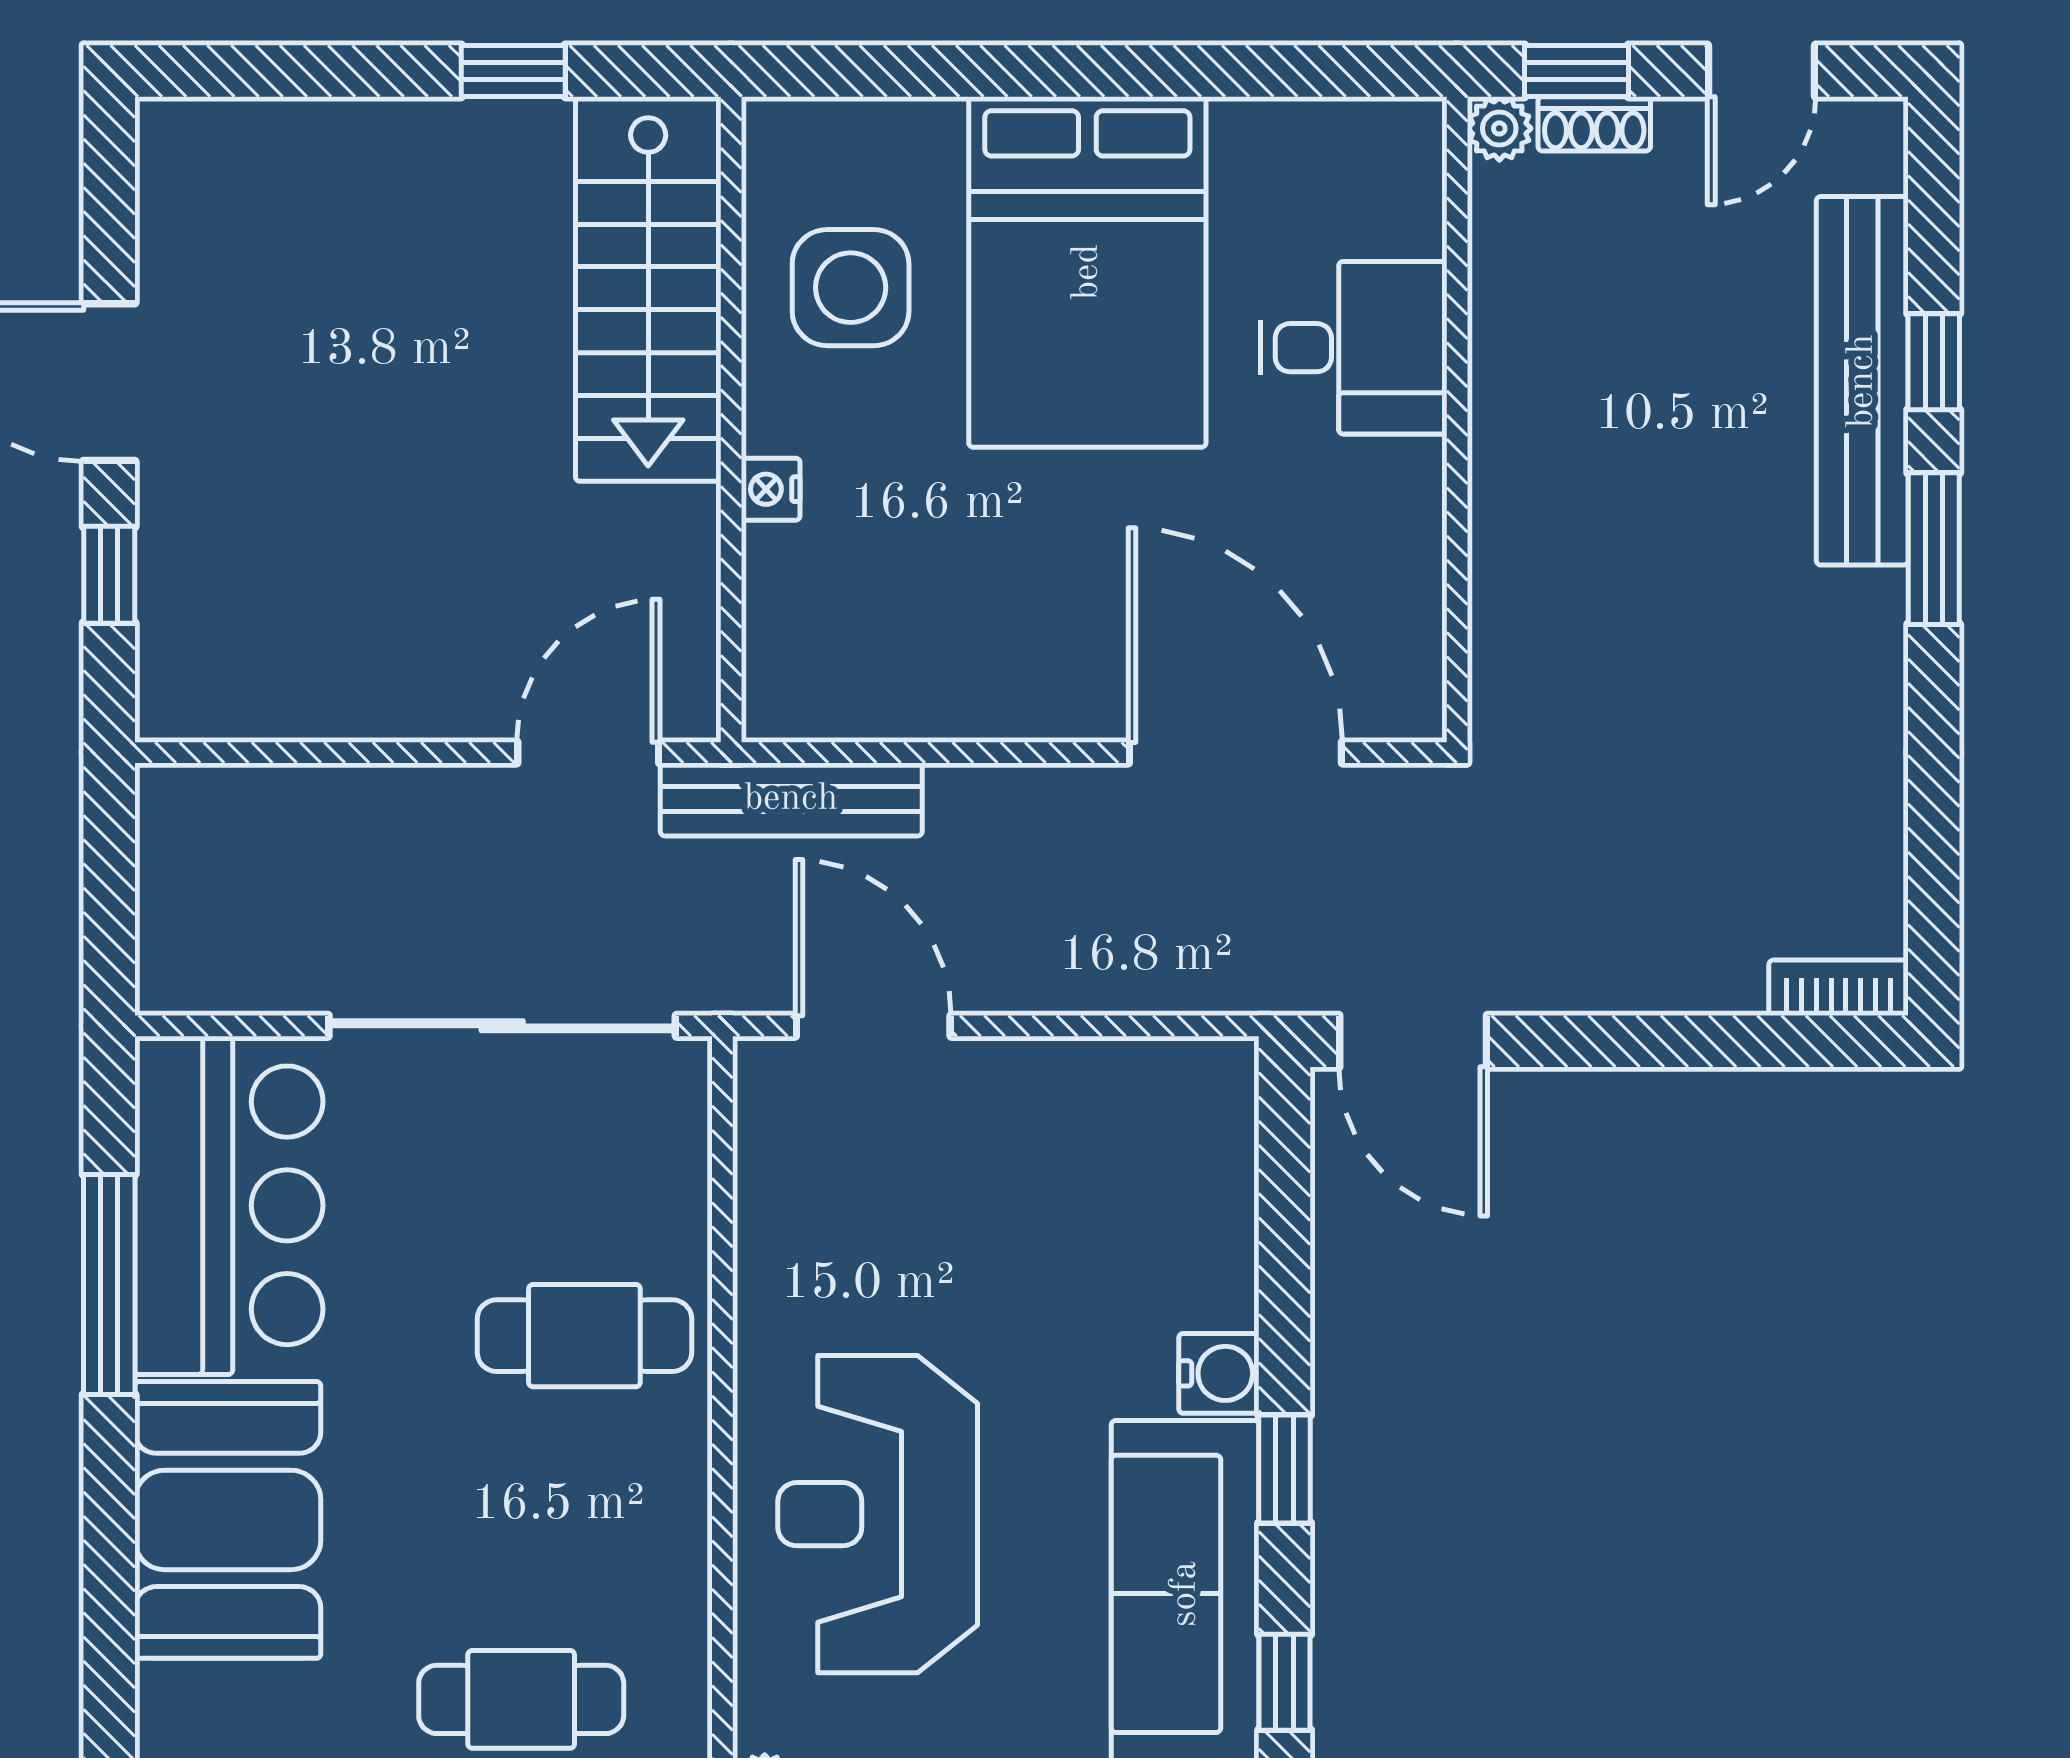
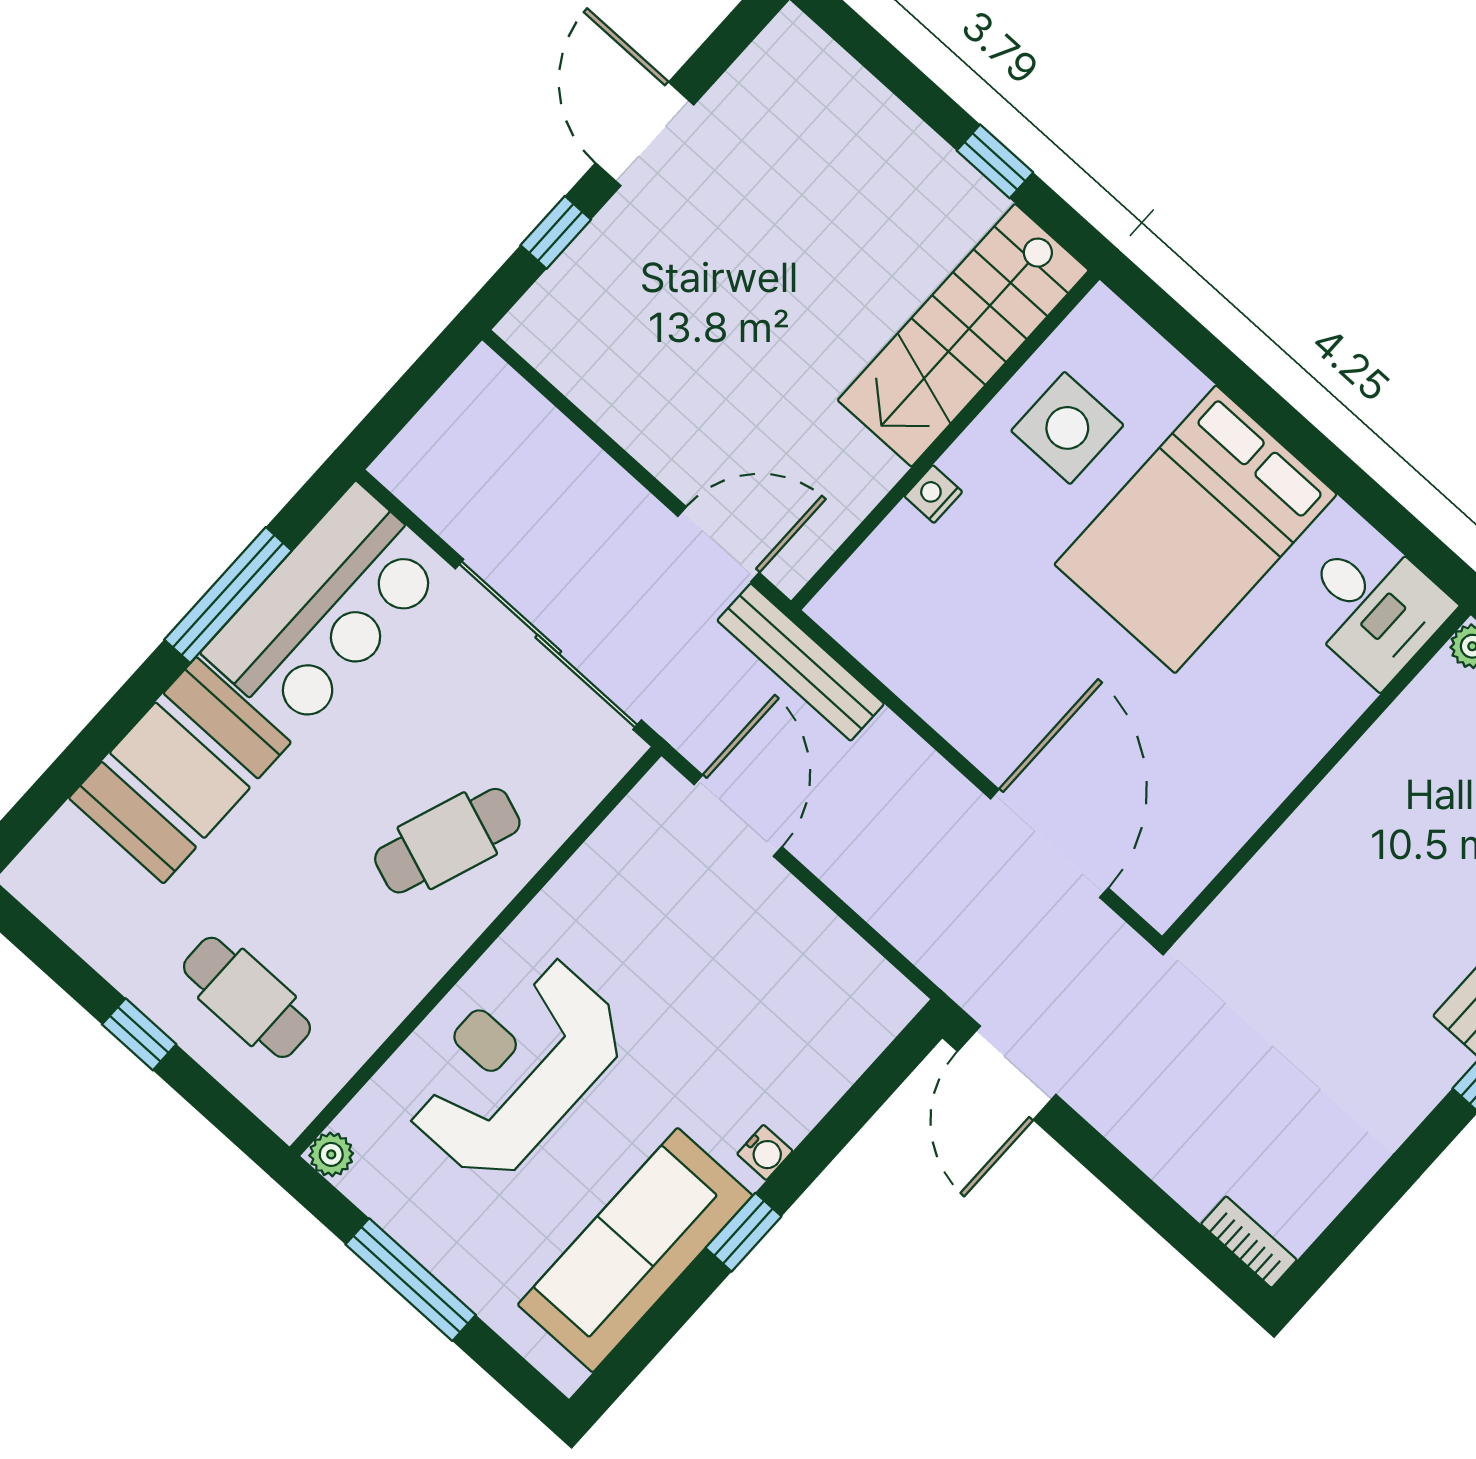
desk: (1354, 348) -> (1373, 607), moved
cafe table: (584, 1336) -> (447, 841), turned -70
water cooler: (1219, 1373) -> (765, 1152), width x0.72, depth x0.72
window: (1285, 1682) -> (645, 1341), removed

